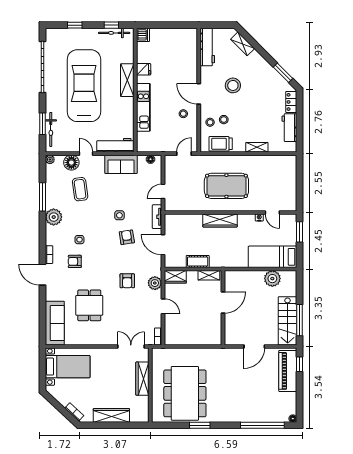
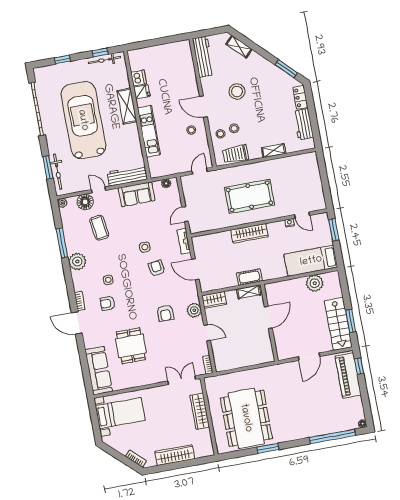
dishwasher: (143, 35) -> (139, 78), moved
cot: (198, 262) -> (249, 277), moved
window: (300, 320) -> (351, 321), width x0.69

